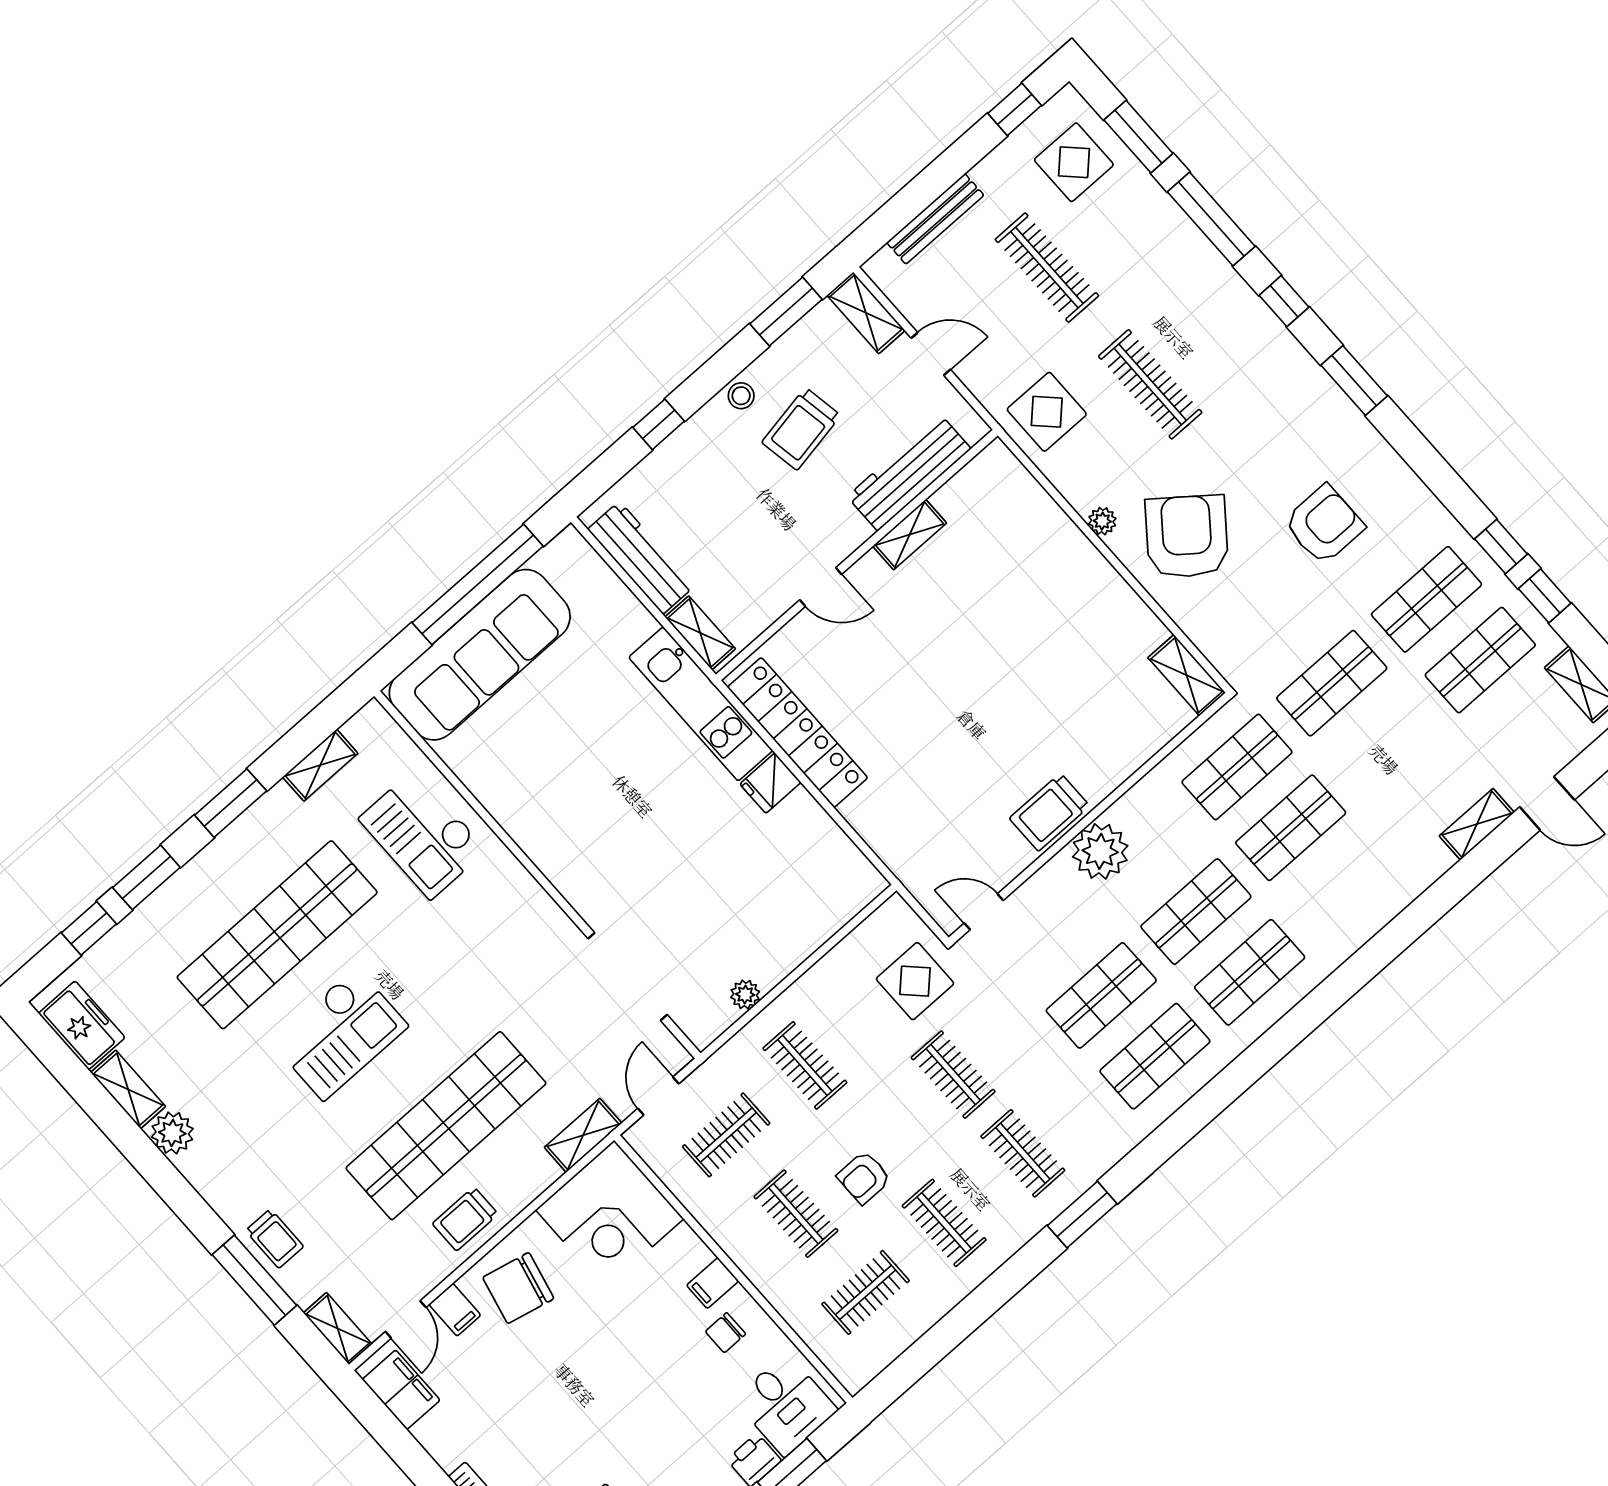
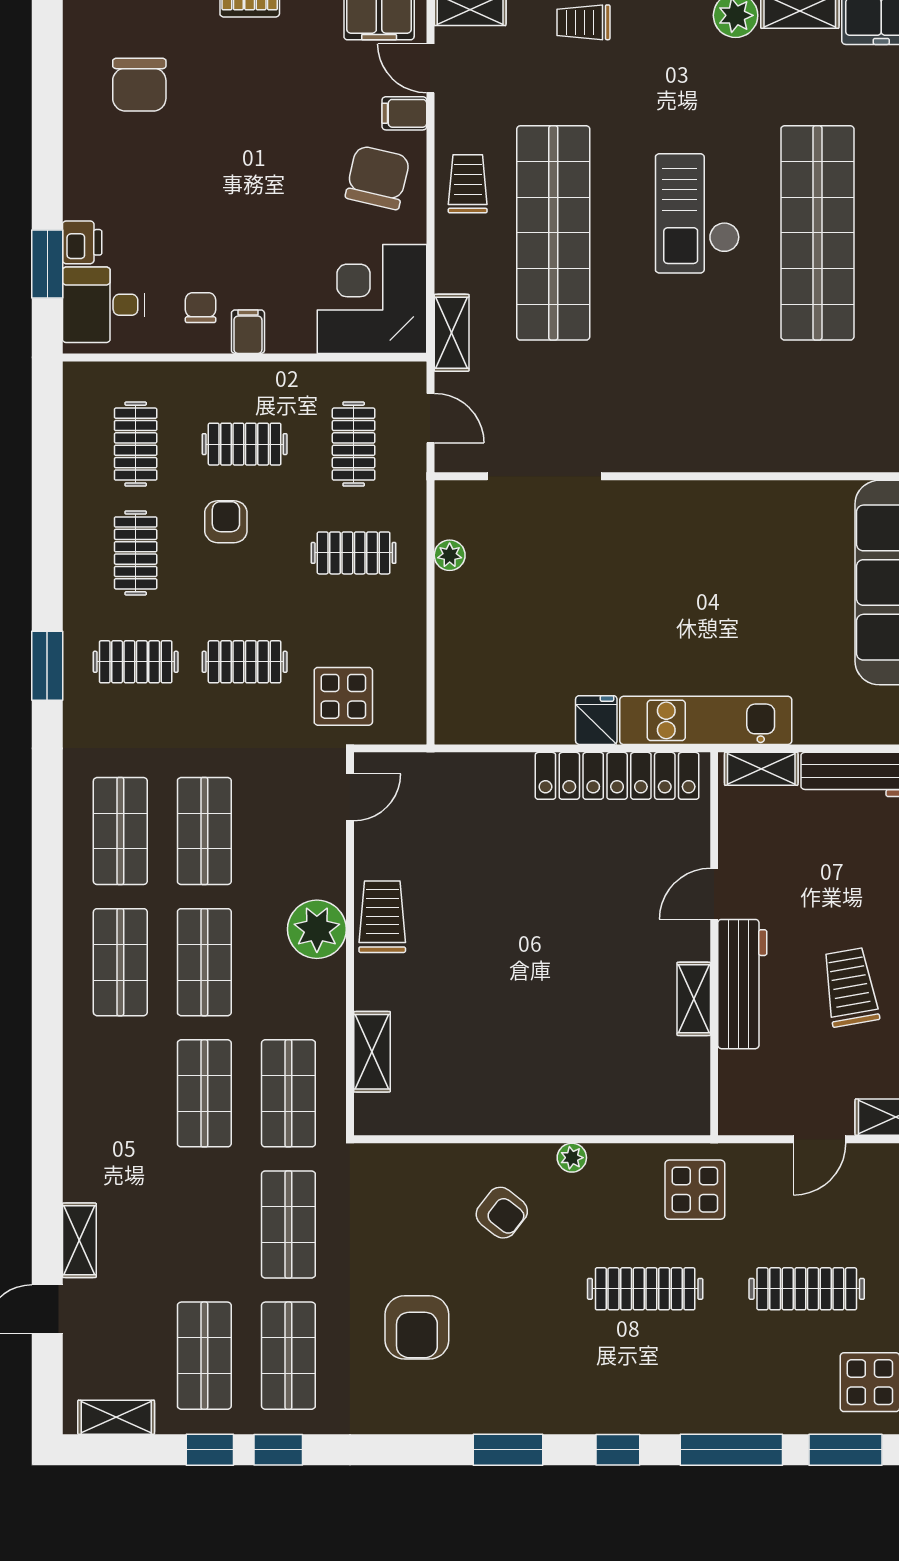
workbench: (909, 473) -> (742, 984), moved
armchair: (1187, 537) -> (502, 1213), width x0.53, depth x0.53
shelving: (1187, 675) -> (372, 1052), moved, turned 90
checkout: (423, 834) -> (795, 415), removed
clothes rail: (944, 1223) -> (136, 553), turned 90

